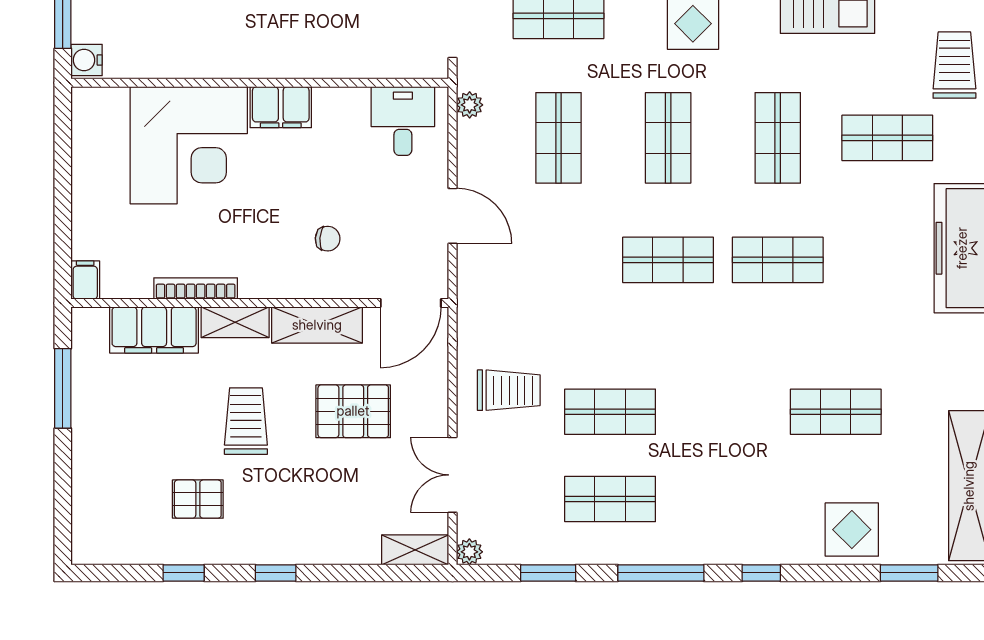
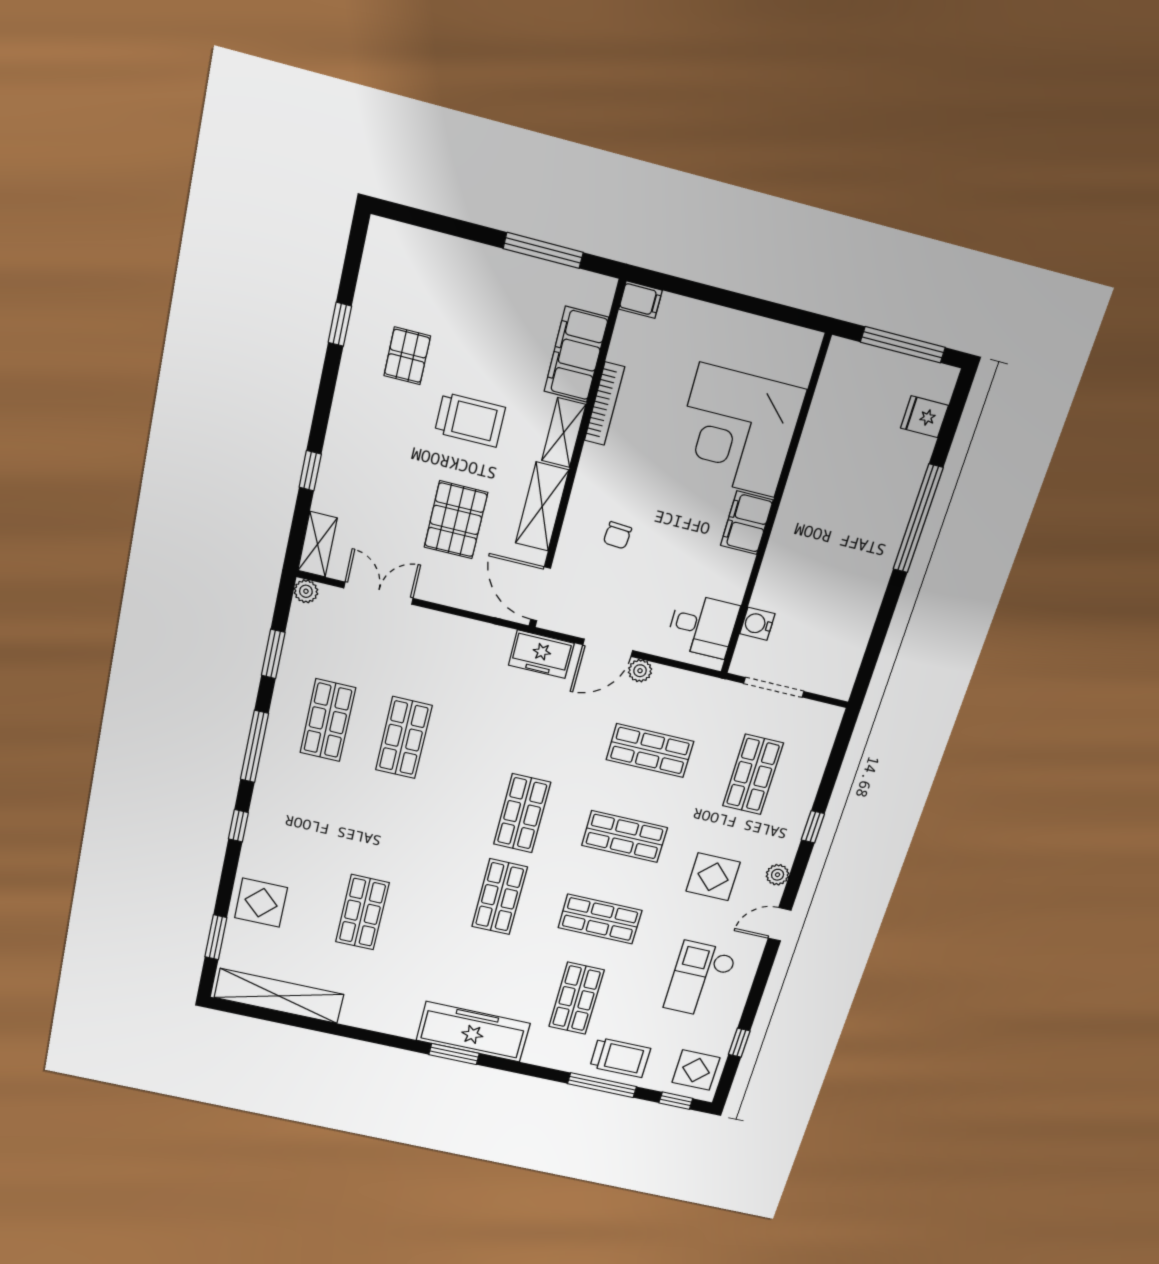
water cooler: (87, 60) -> (757, 624), moved, turned -90
plant: (470, 105) -> (640, 671), moved
freezer: (477, 285) -> (541, 654), added
trolley: (509, 390) -> (443, 659), removed
window: (276, 573) -> (310, 471), moved

